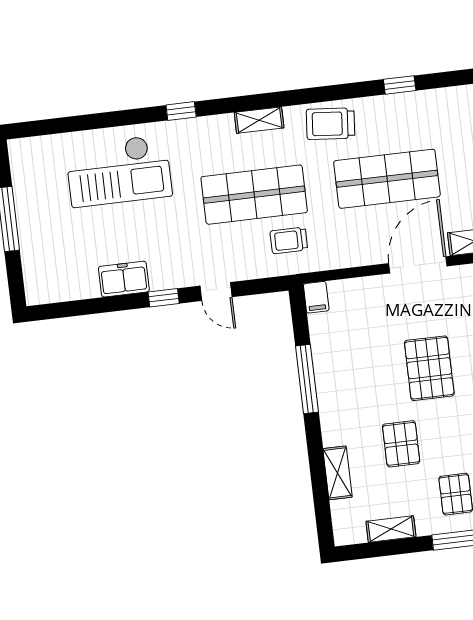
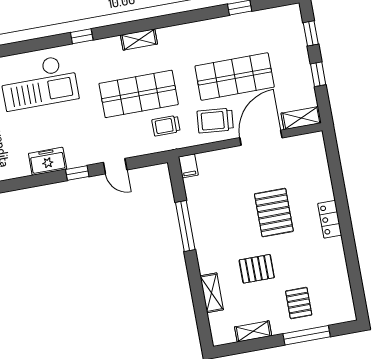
trolley: (331, 124) -> (215, 121), moved
pallet: (401, 444) -> (257, 269), turned 90

